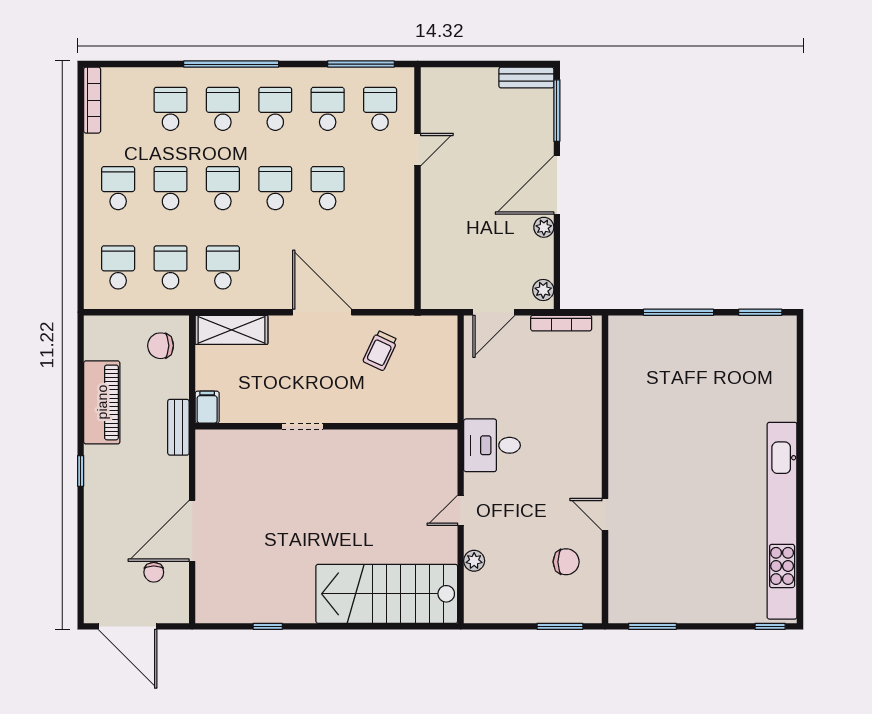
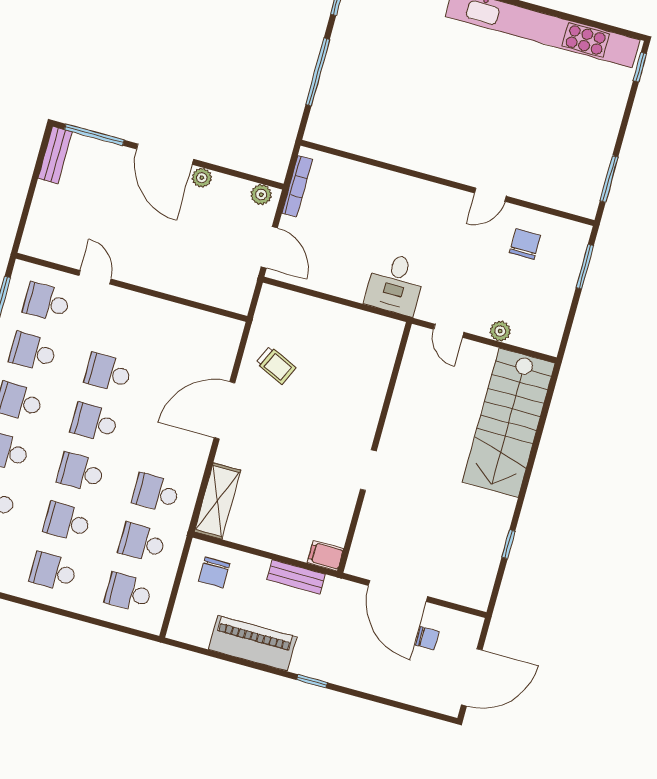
filing cabinet: (207, 407) -> (325, 556), moved
doorway: (302, 426) -> (368, 470), moved
wall: (326, 426) -> (375, 447), moved

